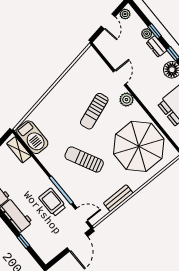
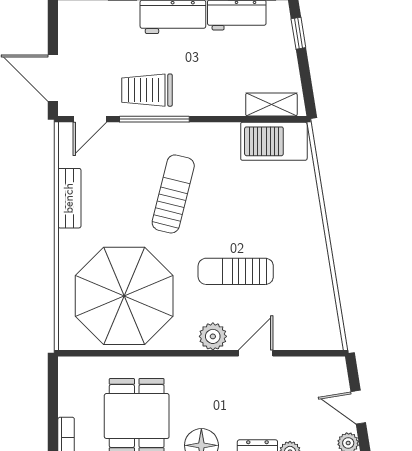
door: (120, 78) -> (256, 353), swing flipped
sun lounger: (94, 111) -> (236, 271), turned -70
sun lounger: (84, 159) -> (173, 194), turned -49
trolley: (52, 202) -> (147, 90), turned 180

